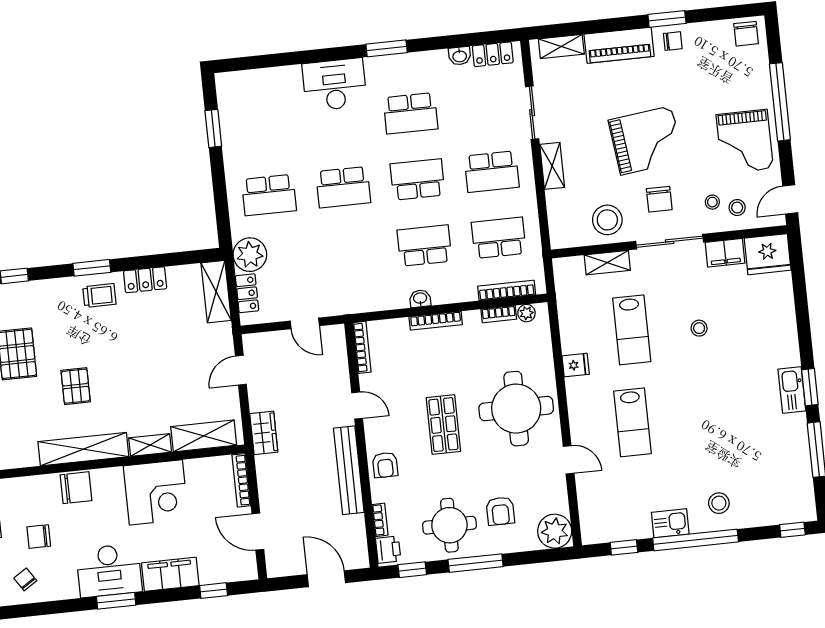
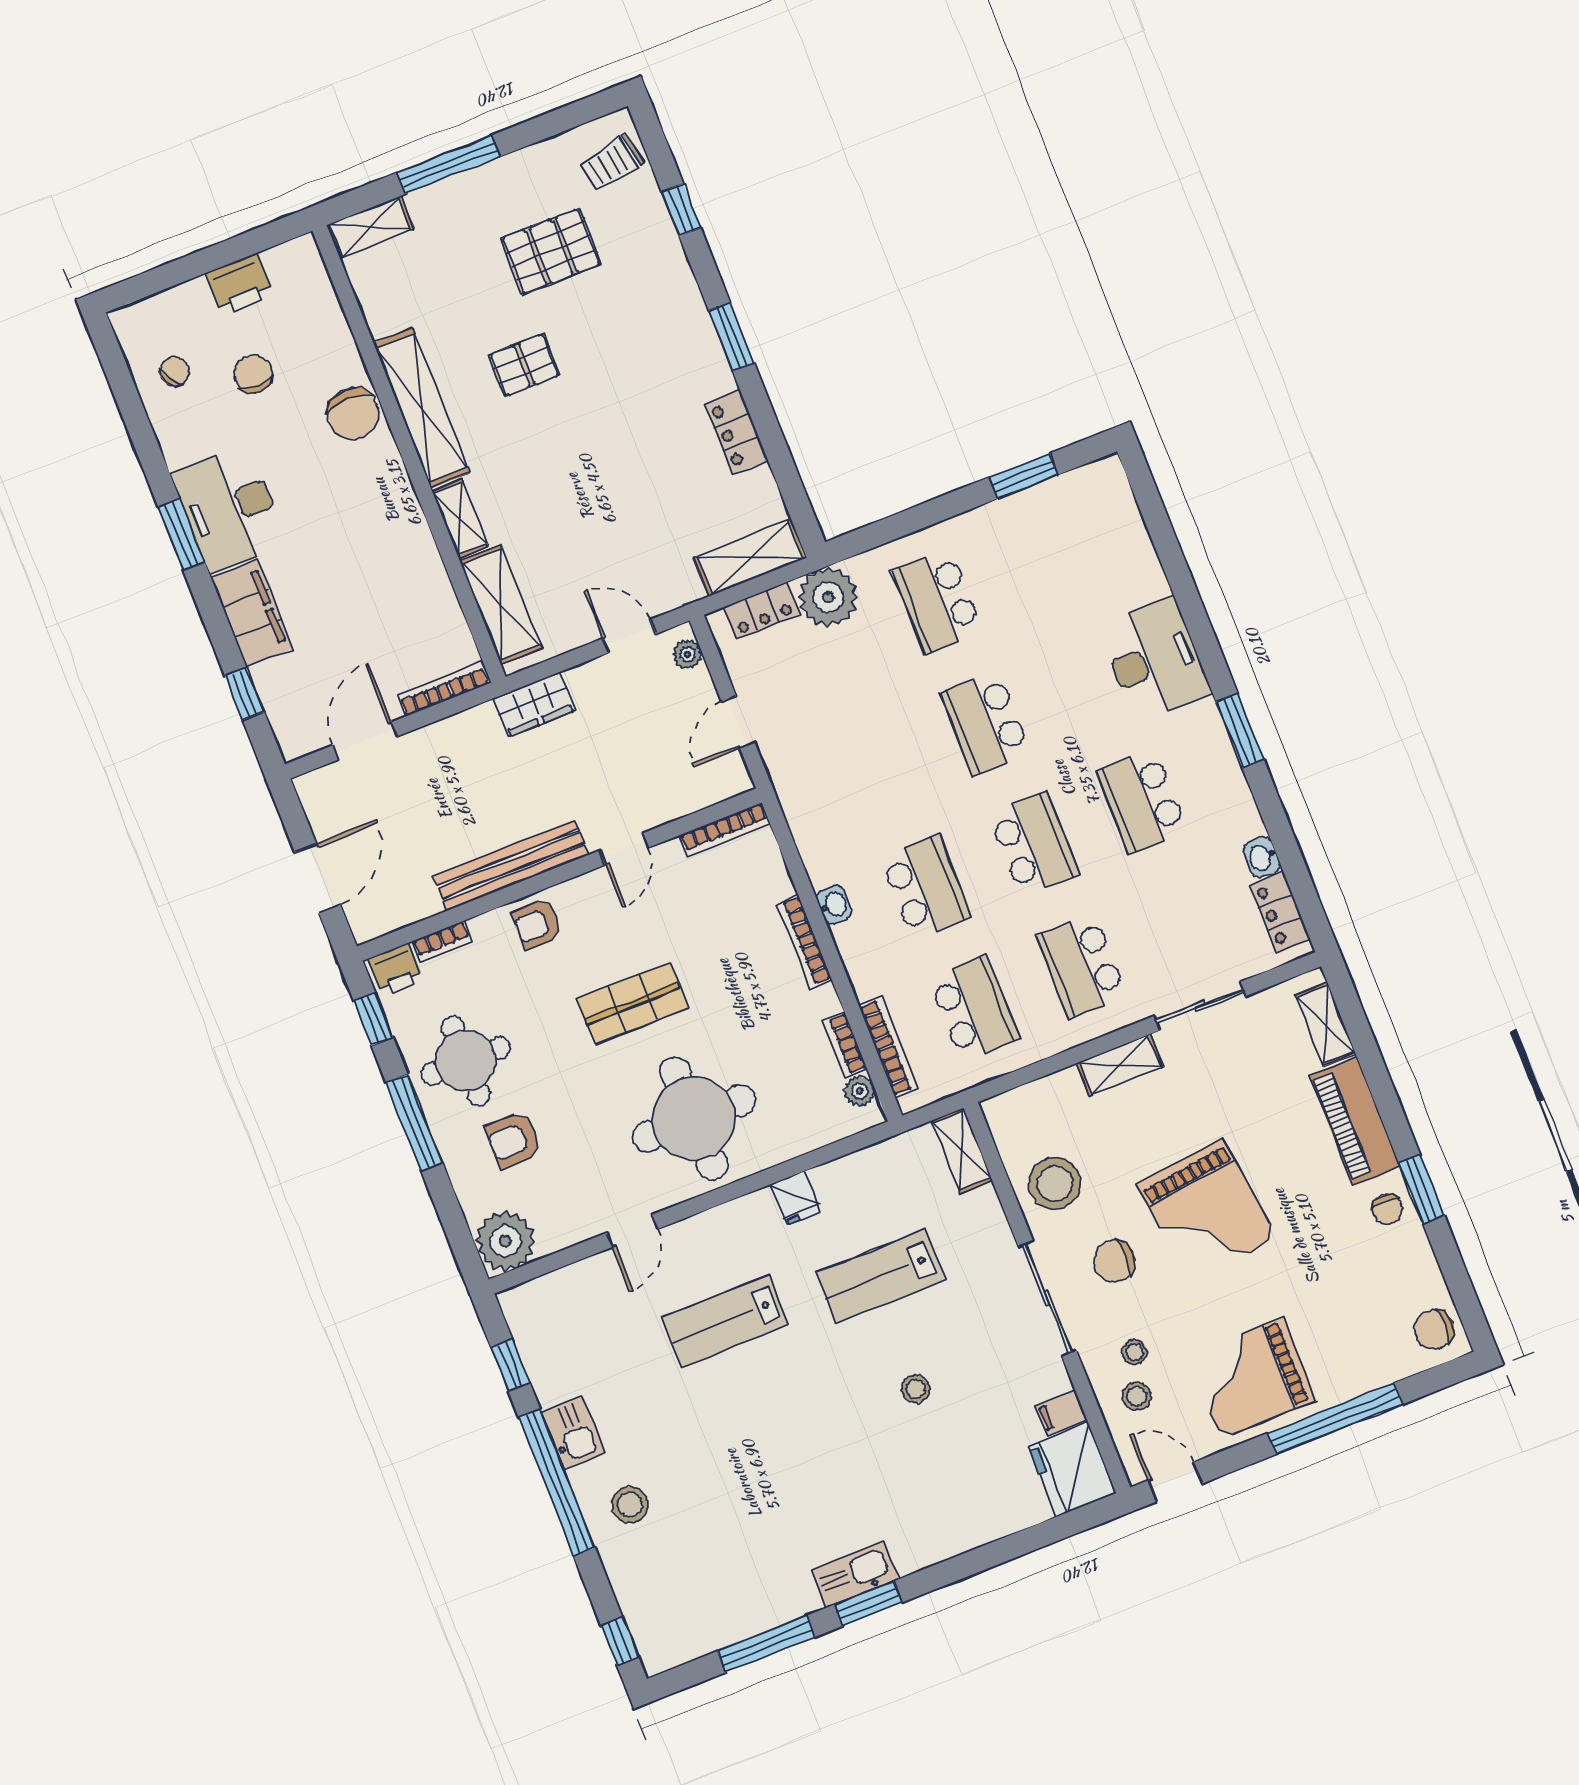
filing cabinet: (725, 253) -> (1061, 1412), width x0.50
shelving: (607, 263) -> (962, 1150), moved
trolley: (99, 296) -> (688, 363), removed
plant: (260, 341) -> (687, 654), added
corner desk: (156, 492) -> (383, 550), removed

